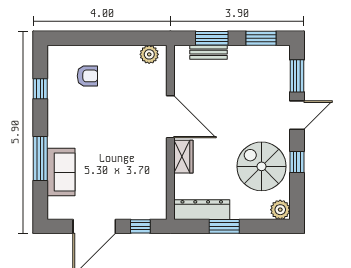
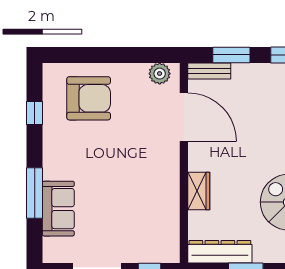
bench: (209, 52) -> (209, 71), moved
armchair: (87, 76) -> (89, 98), width x1.88, depth x1.88
door: (170, 117) -> (184, 117), moved

